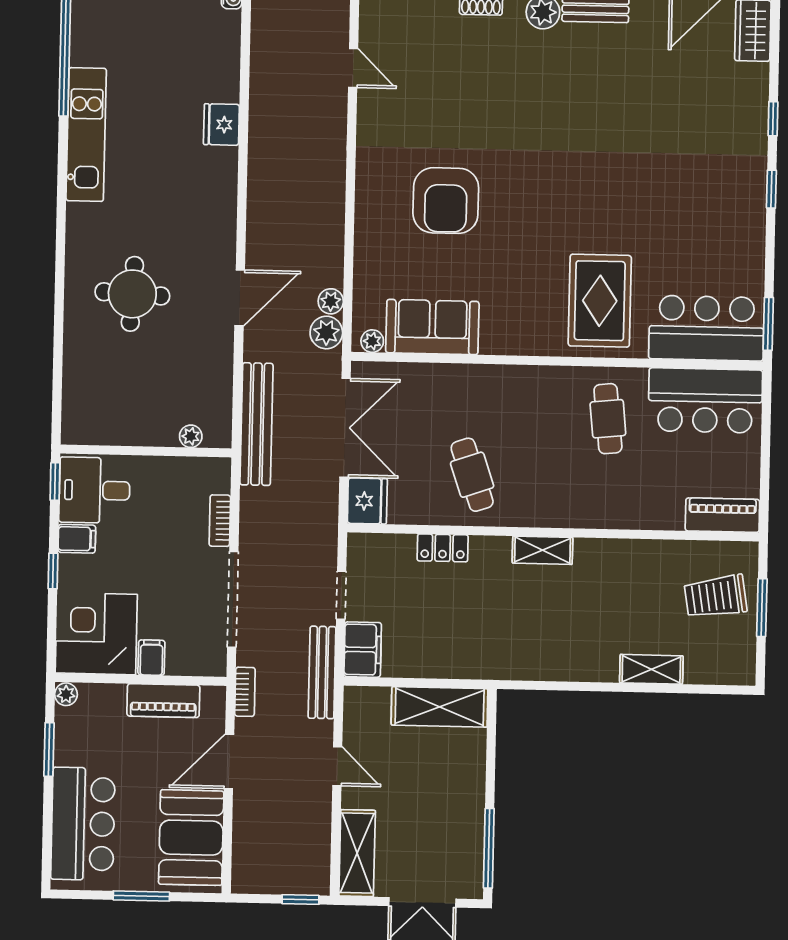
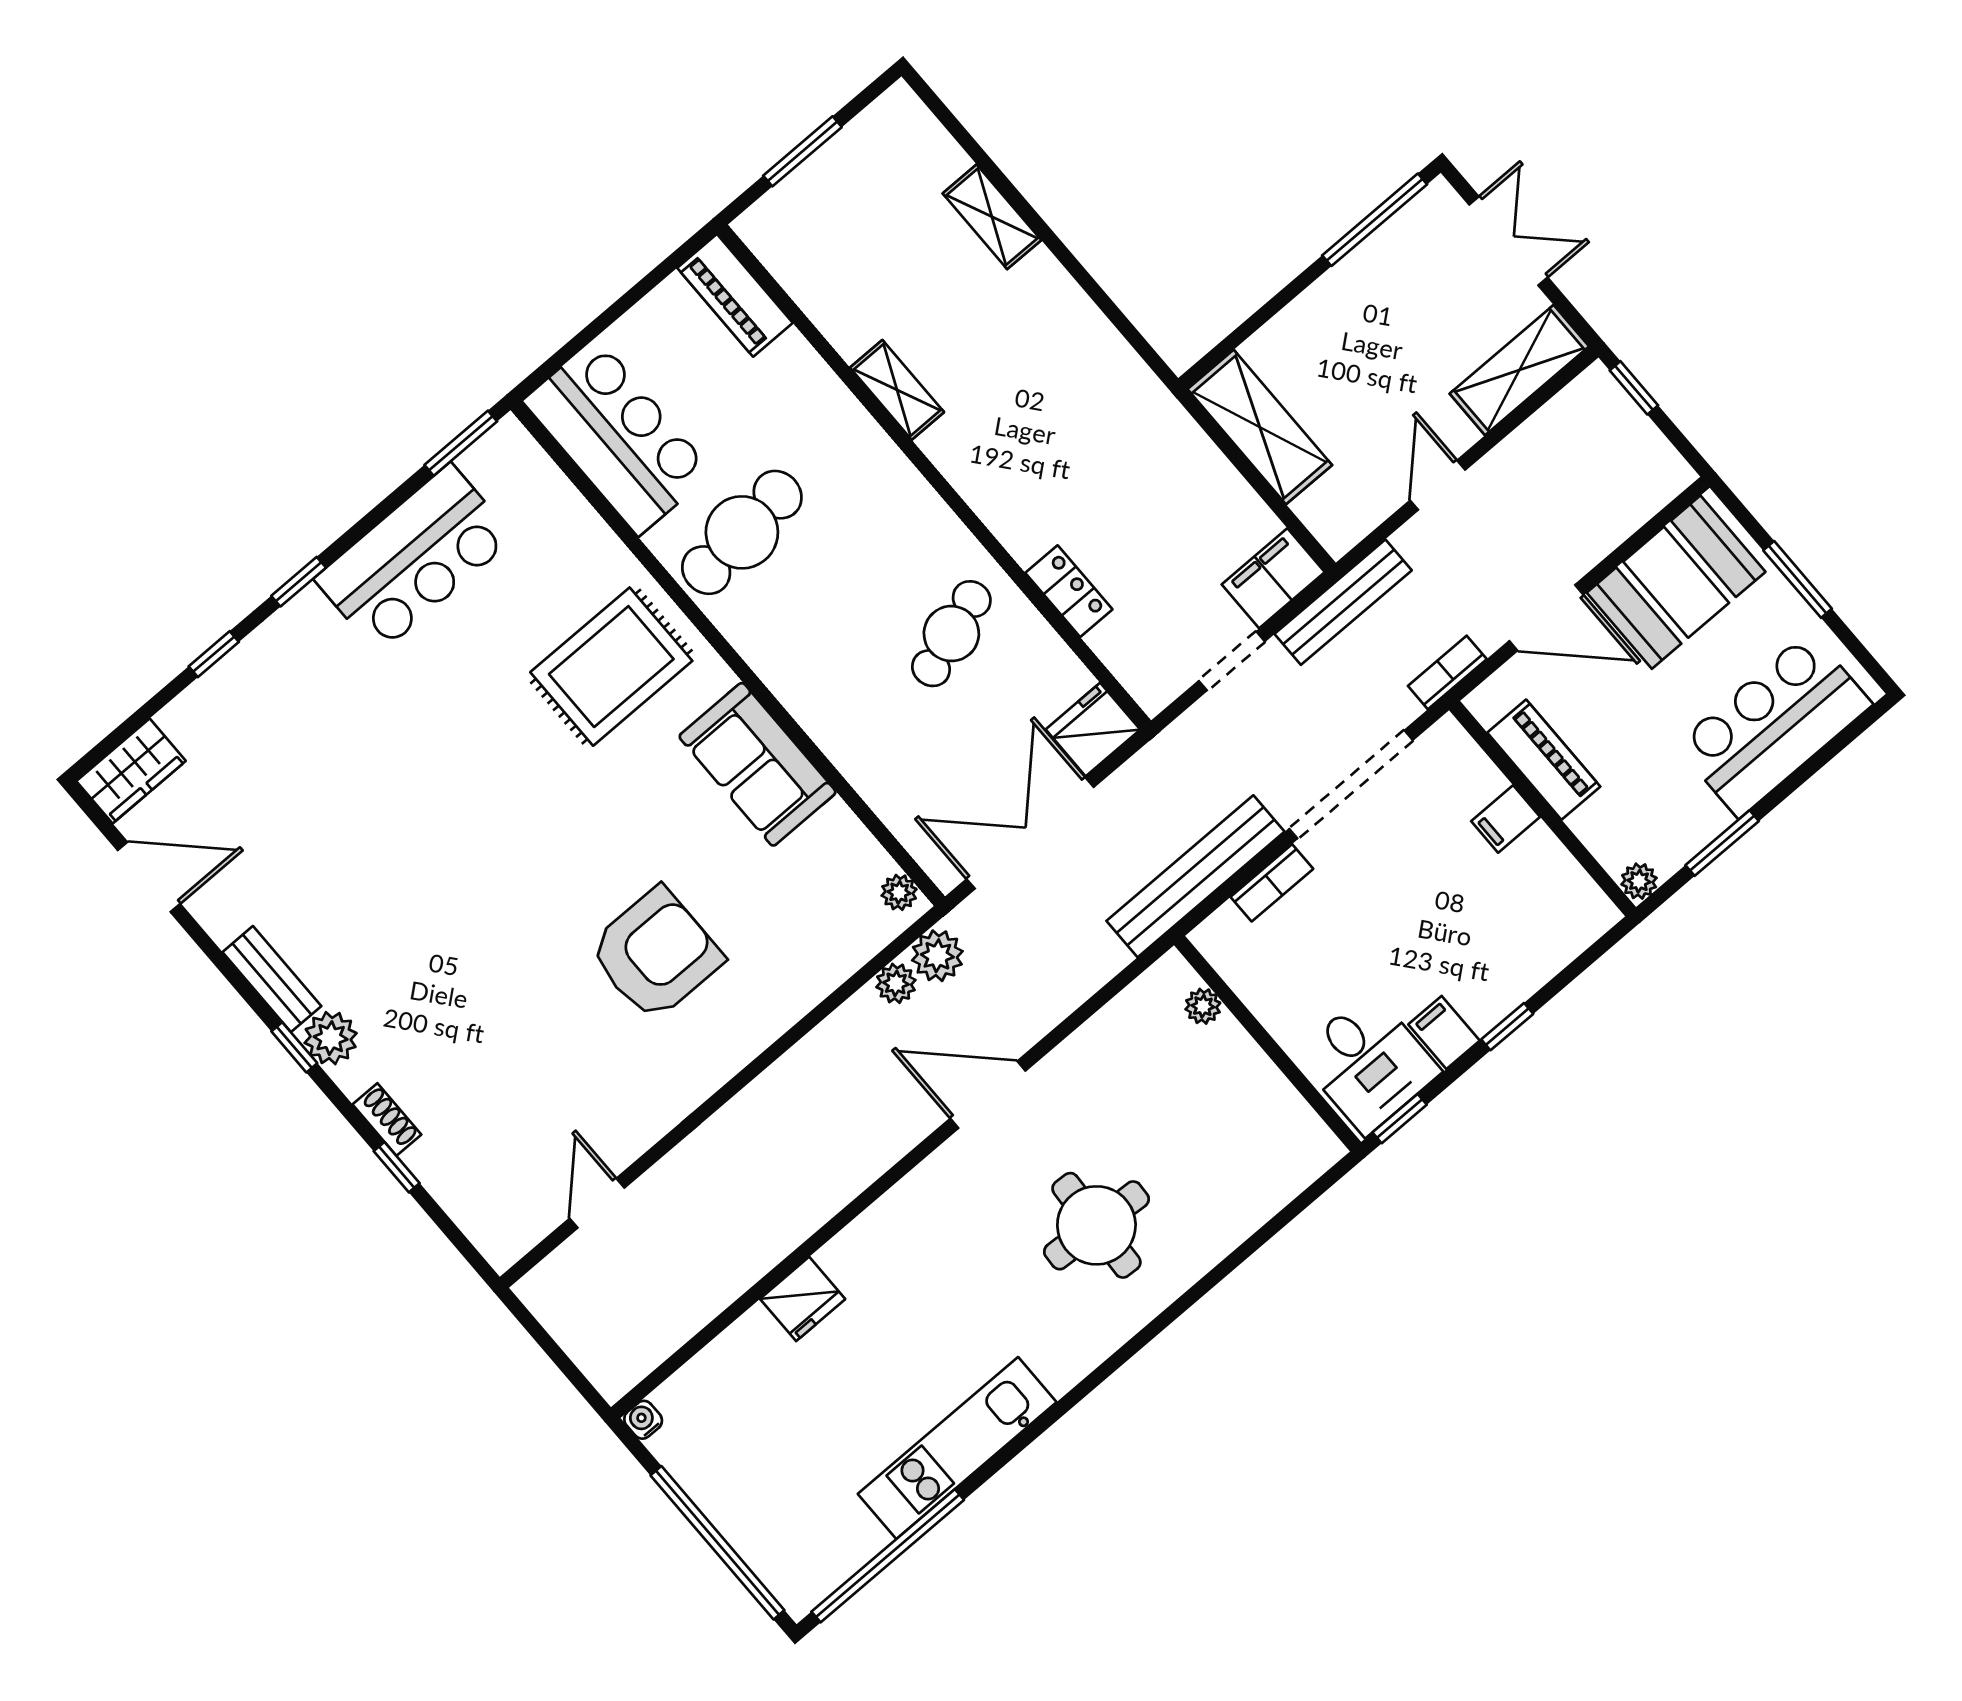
sofa: (432, 327) -> (758, 764), moved
bar counter: (706, 328) -> (414, 558), moved, turned -90
cafe table: (608, 419) -> (742, 532), width x1.37, depth x1.35
bench: (256, 424) -> (1195, 876), moved
shelving: (542, 550) -> (897, 390), moved
trolley: (716, 597) -> (838, 218), removed
corner desk: (96, 634) -> (1536, 909), removed

